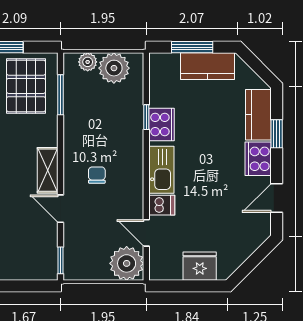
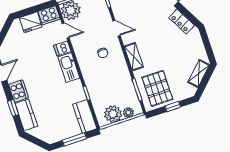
kitchen counter: (208, 66) -> (85, 116), moved, turned -90
cooker: (161, 124) -> (49, 15), moved, turned -90
shelving: (48, 170) -> (134, 57), moved

